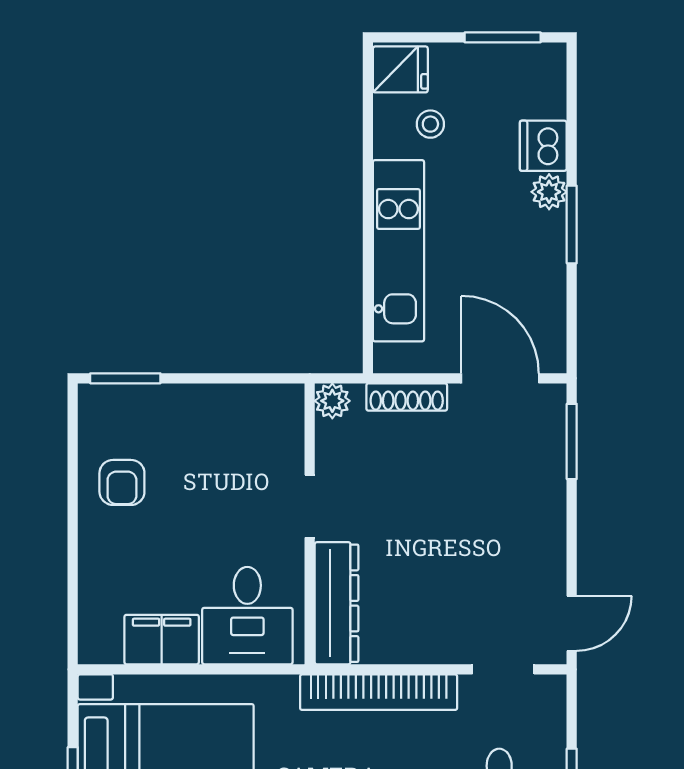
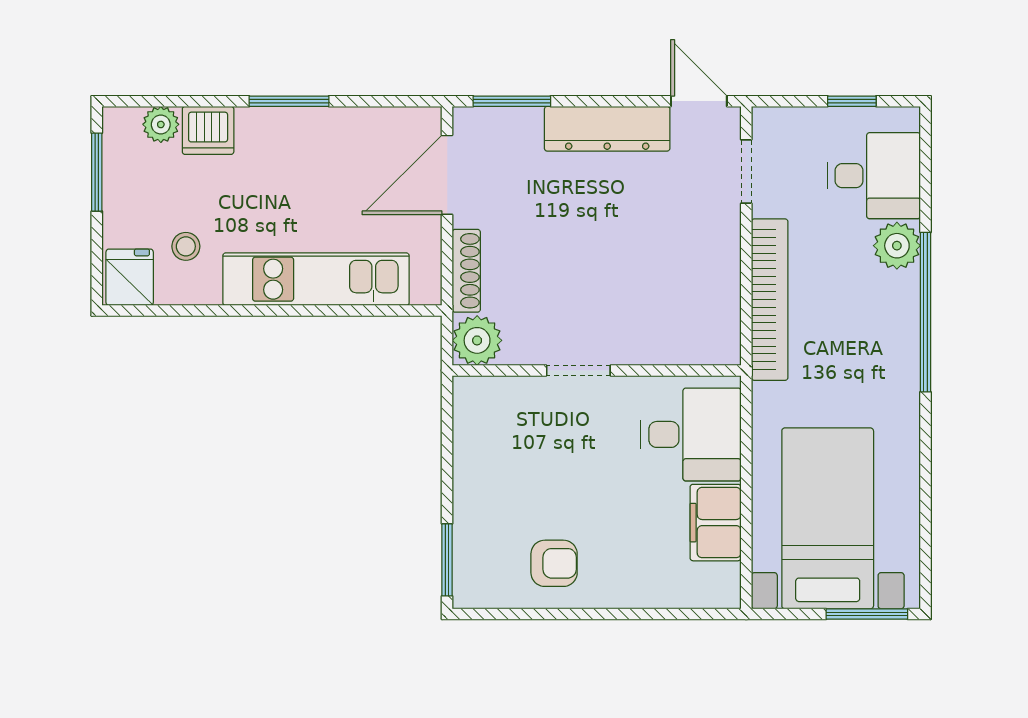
plant: (549, 192) -> (161, 124), moved
plant: (332, 401) -> (477, 340), width x1.38, depth x1.38
dresser: (336, 603) -> (607, 129), moved, turned 180

